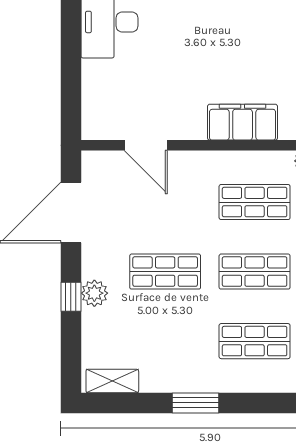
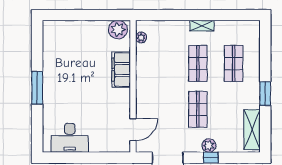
door: (146, 145) -> (133, 130), moved
shop shelf: (255, 202) -> (162, 63), removed
shelving: (112, 381) -> (252, 130), width x1.50, depth x1.33

